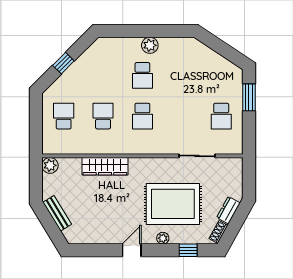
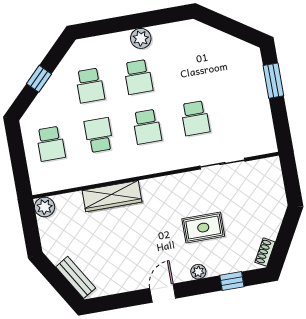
school desk: (103, 75) -> (90, 85), added
school desk: (64, 116) -> (51, 144), turned 180
school desk: (221, 116) -> (195, 118), moved
rug: (173, 204) -> (203, 228), width x0.54, depth x0.49
dresser: (228, 210) -> (273, 223), removed
bench: (57, 213) -> (76, 277), moved

